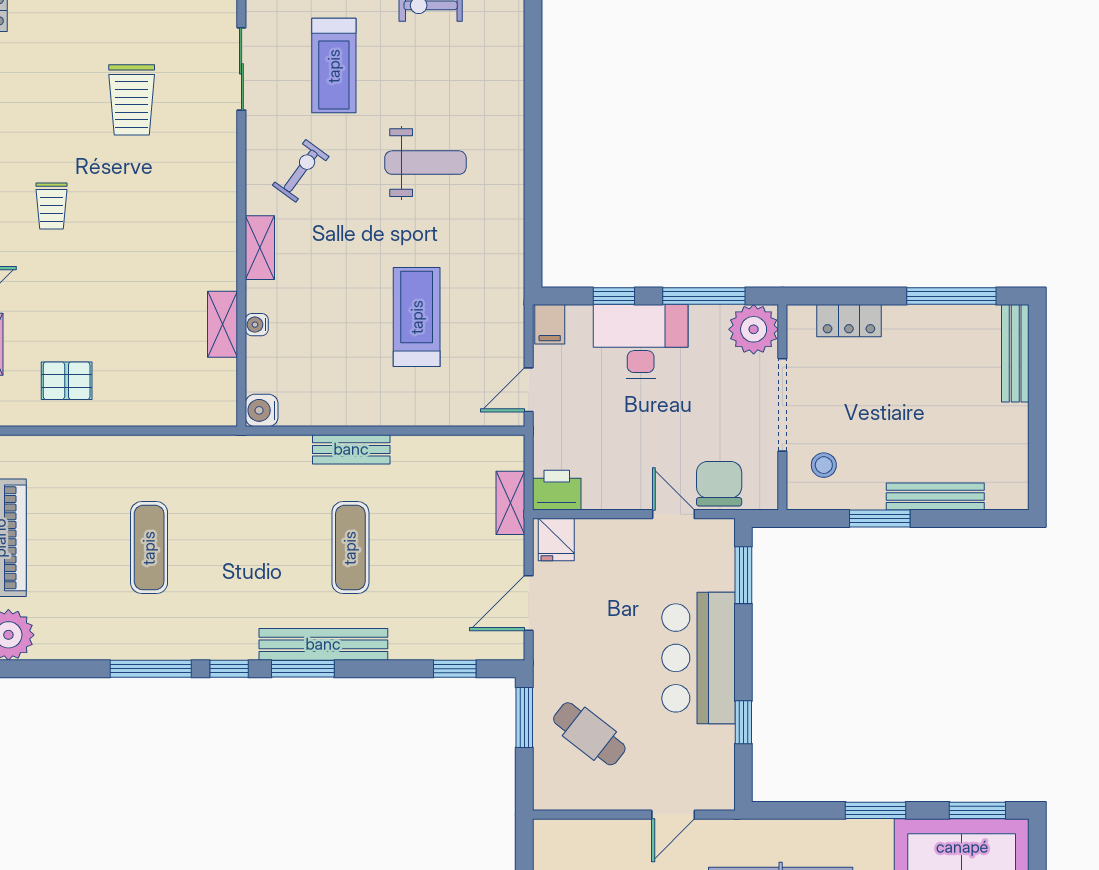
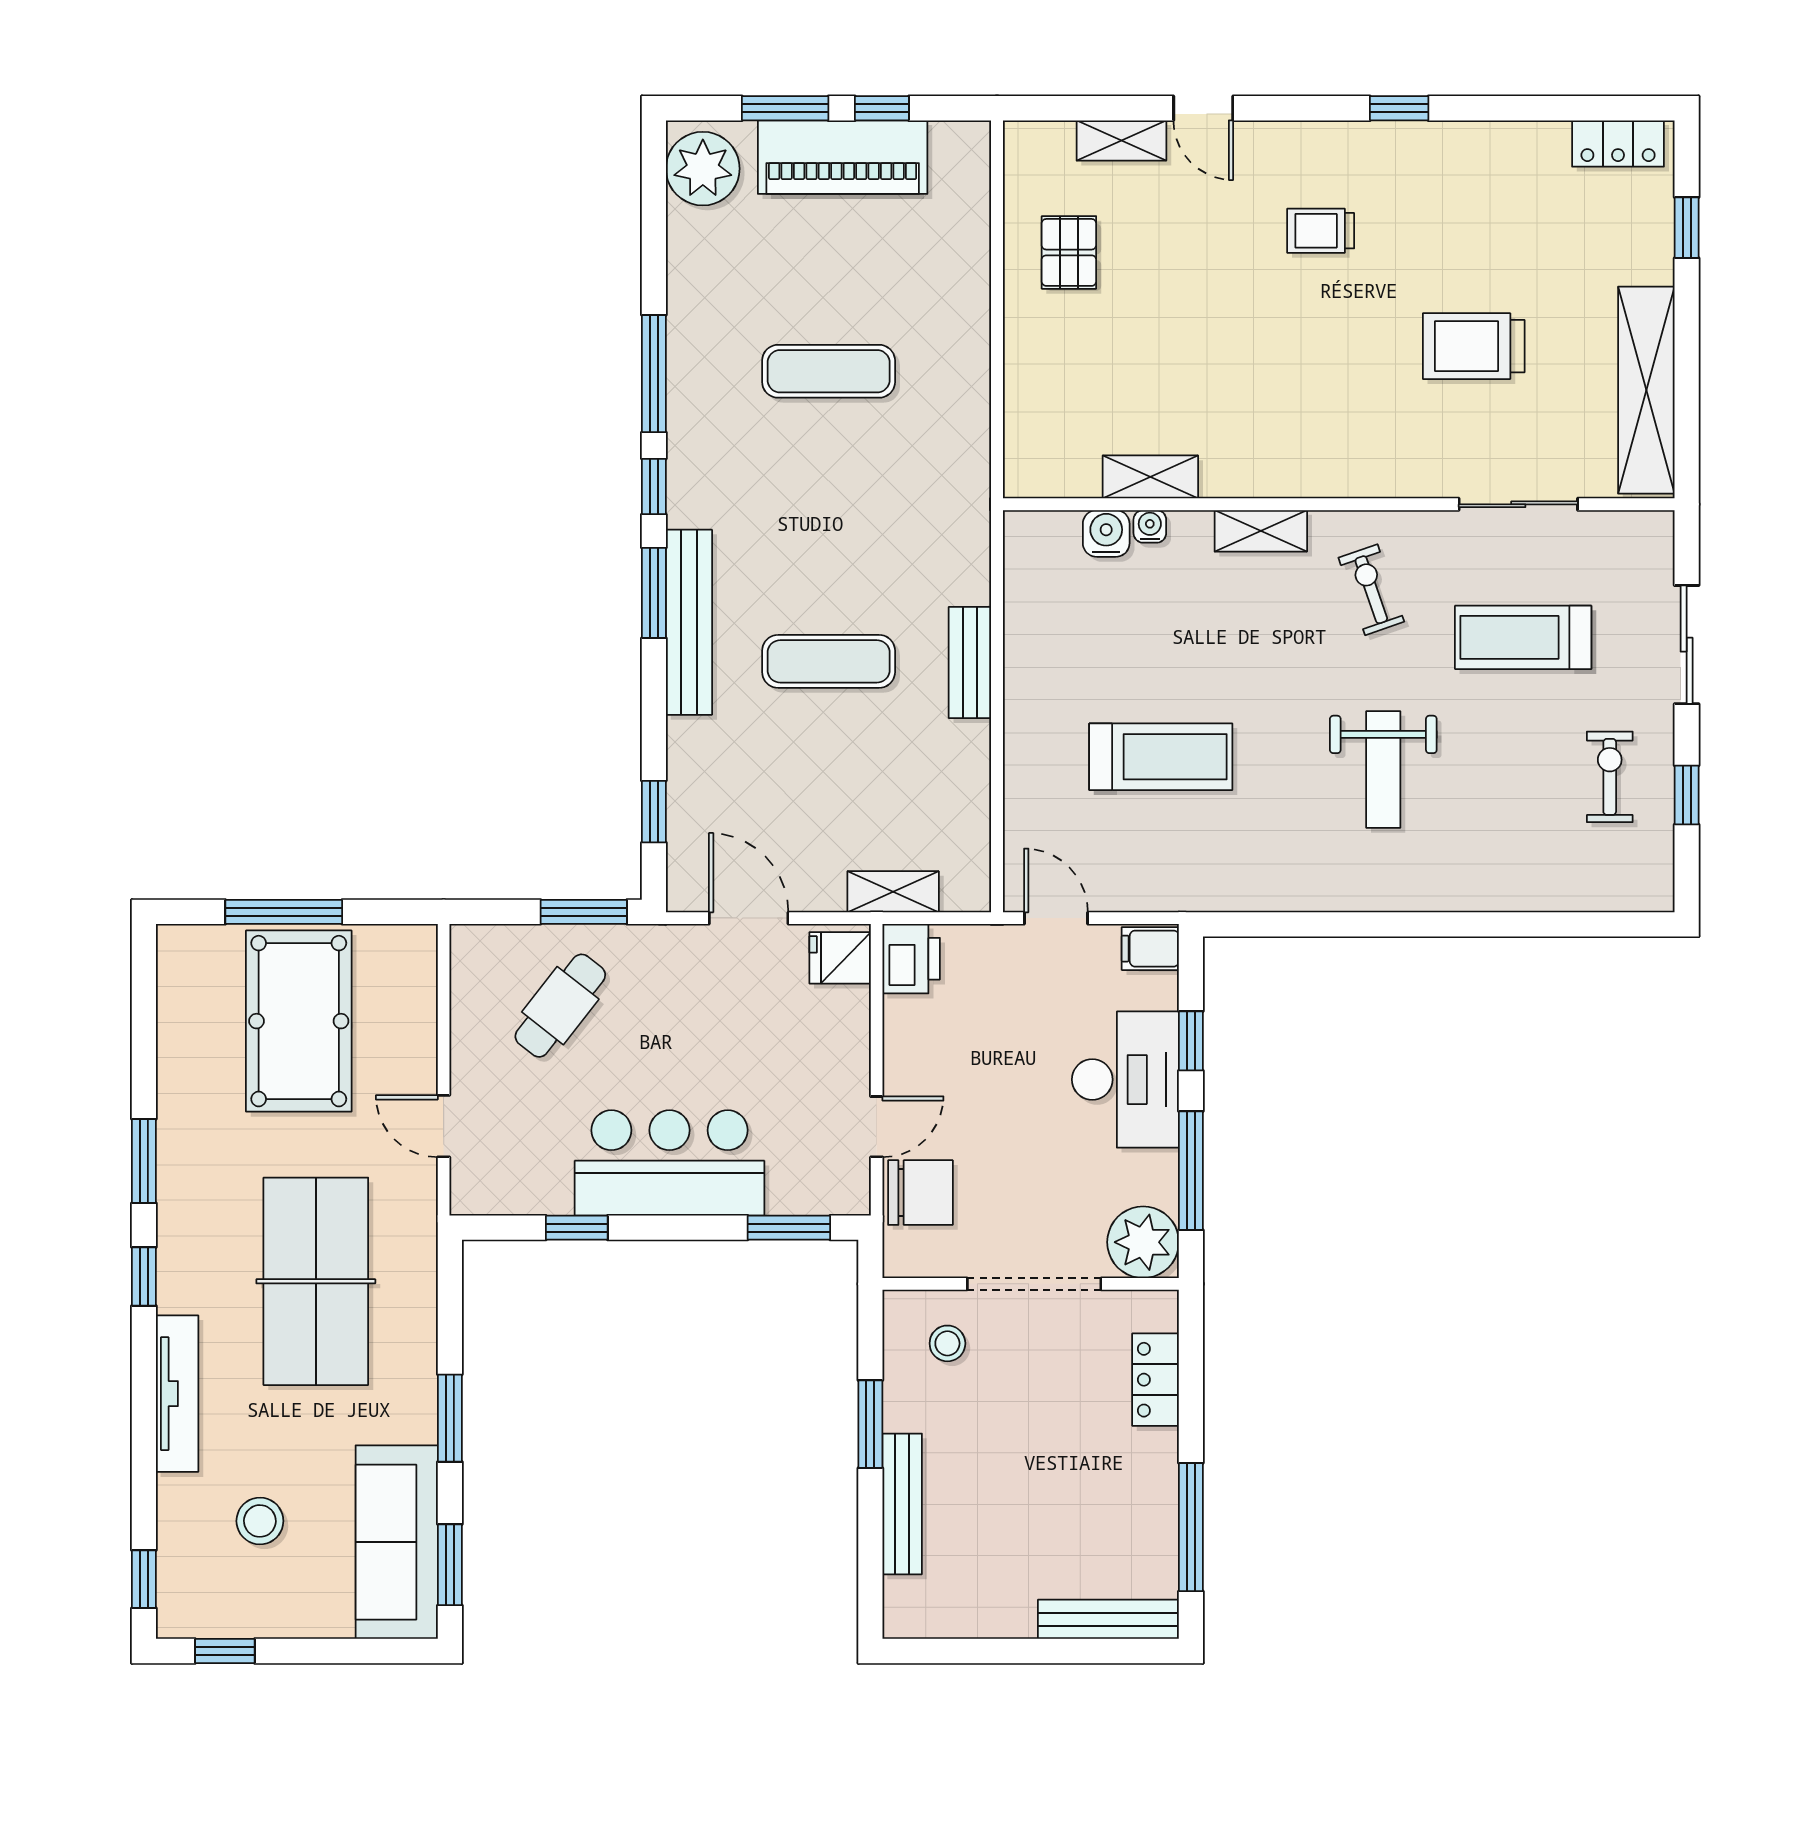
exercise bike: (301, 171) -> (1371, 590), turned -145
water cooler: (262, 410) -> (1106, 533), moved

